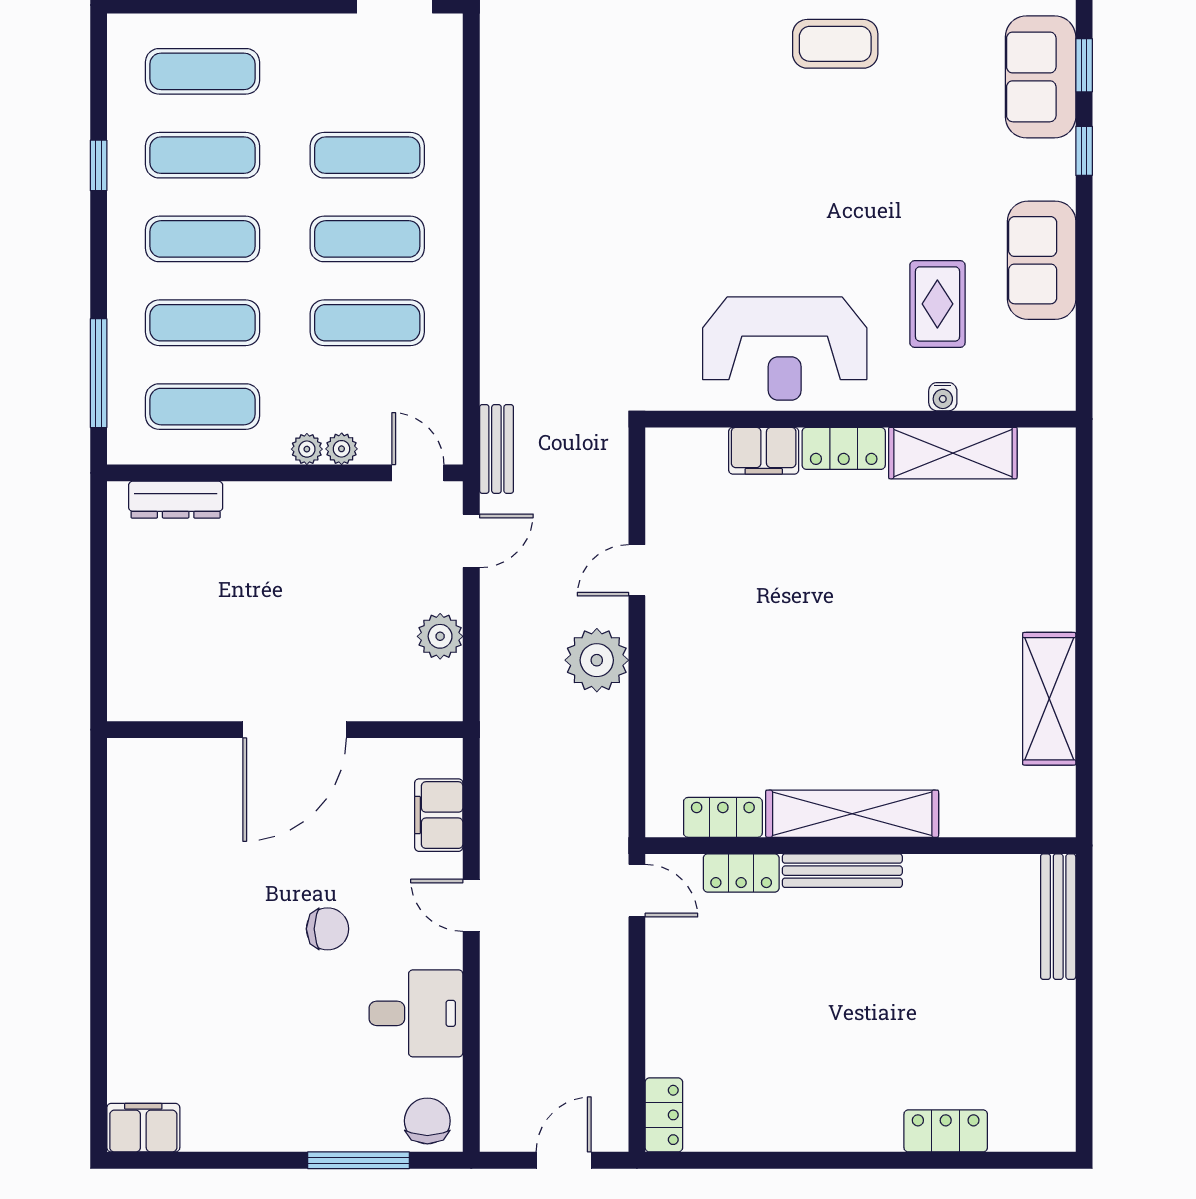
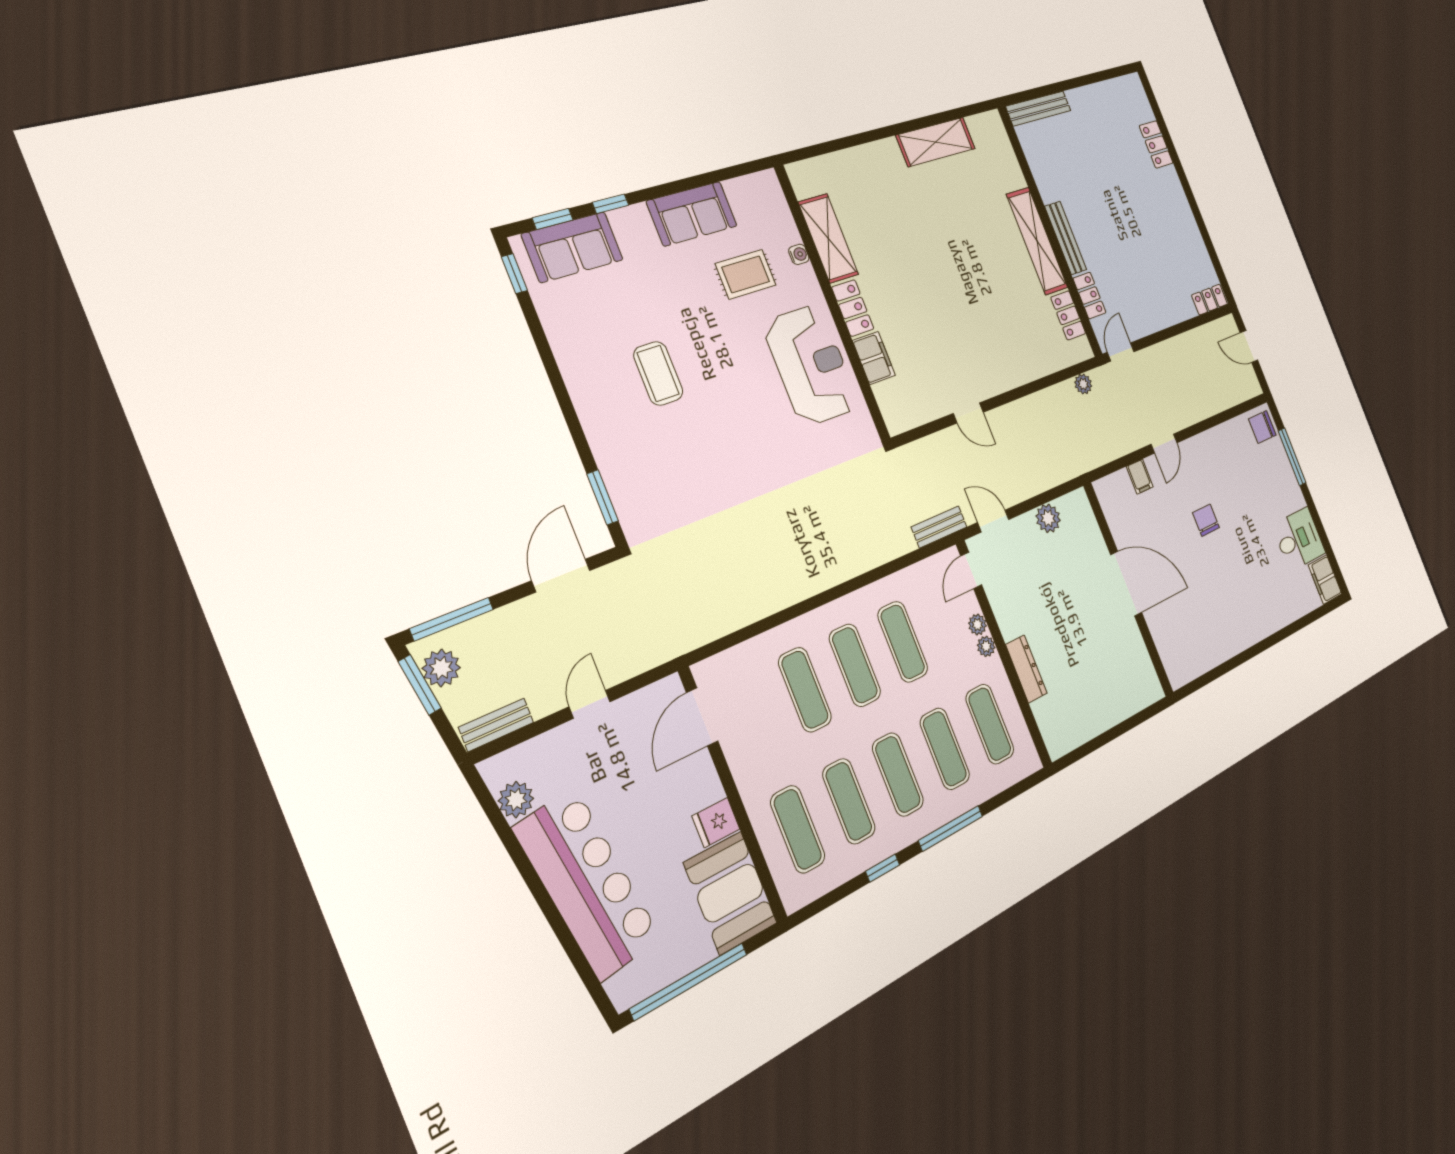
coffee table: (835, 44) -> (658, 373), moved
window: (99, 373) -> (951, 828), moved
dresser: (176, 500) -> (1026, 669), moved
plant: (597, 660) -> (1083, 384), moved, width x0.53, depth x0.53
filing cabinet: (439, 815) -> (1140, 477), width x0.50
desk: (416, 1013) -> (1299, 539), moved, turned 90

